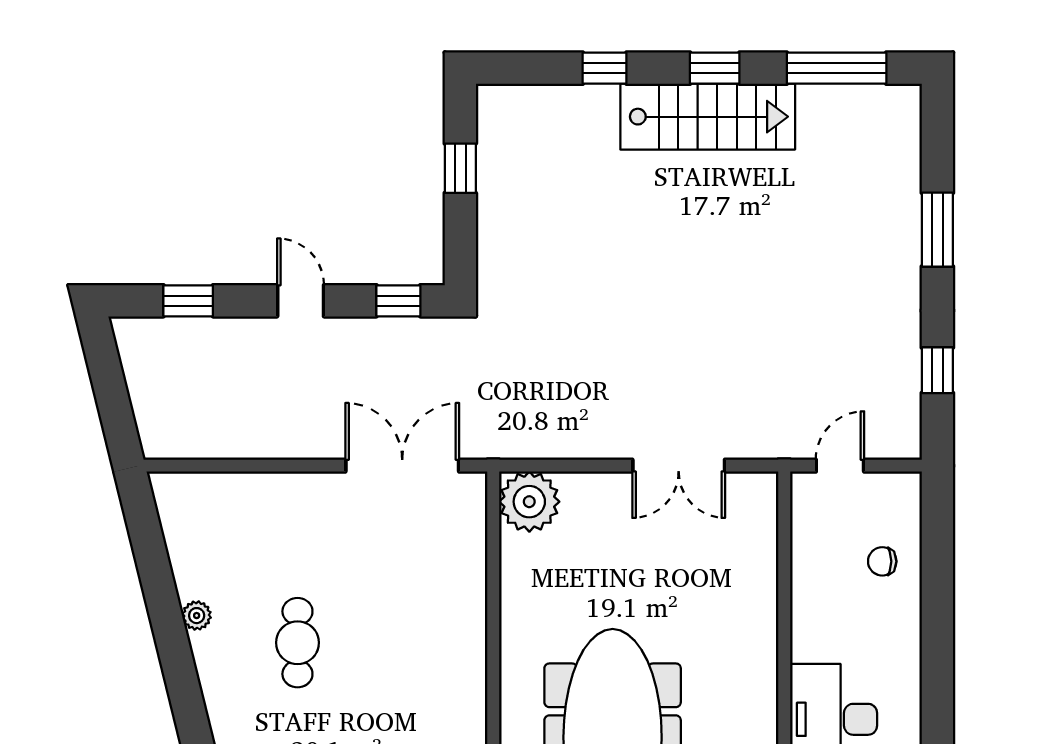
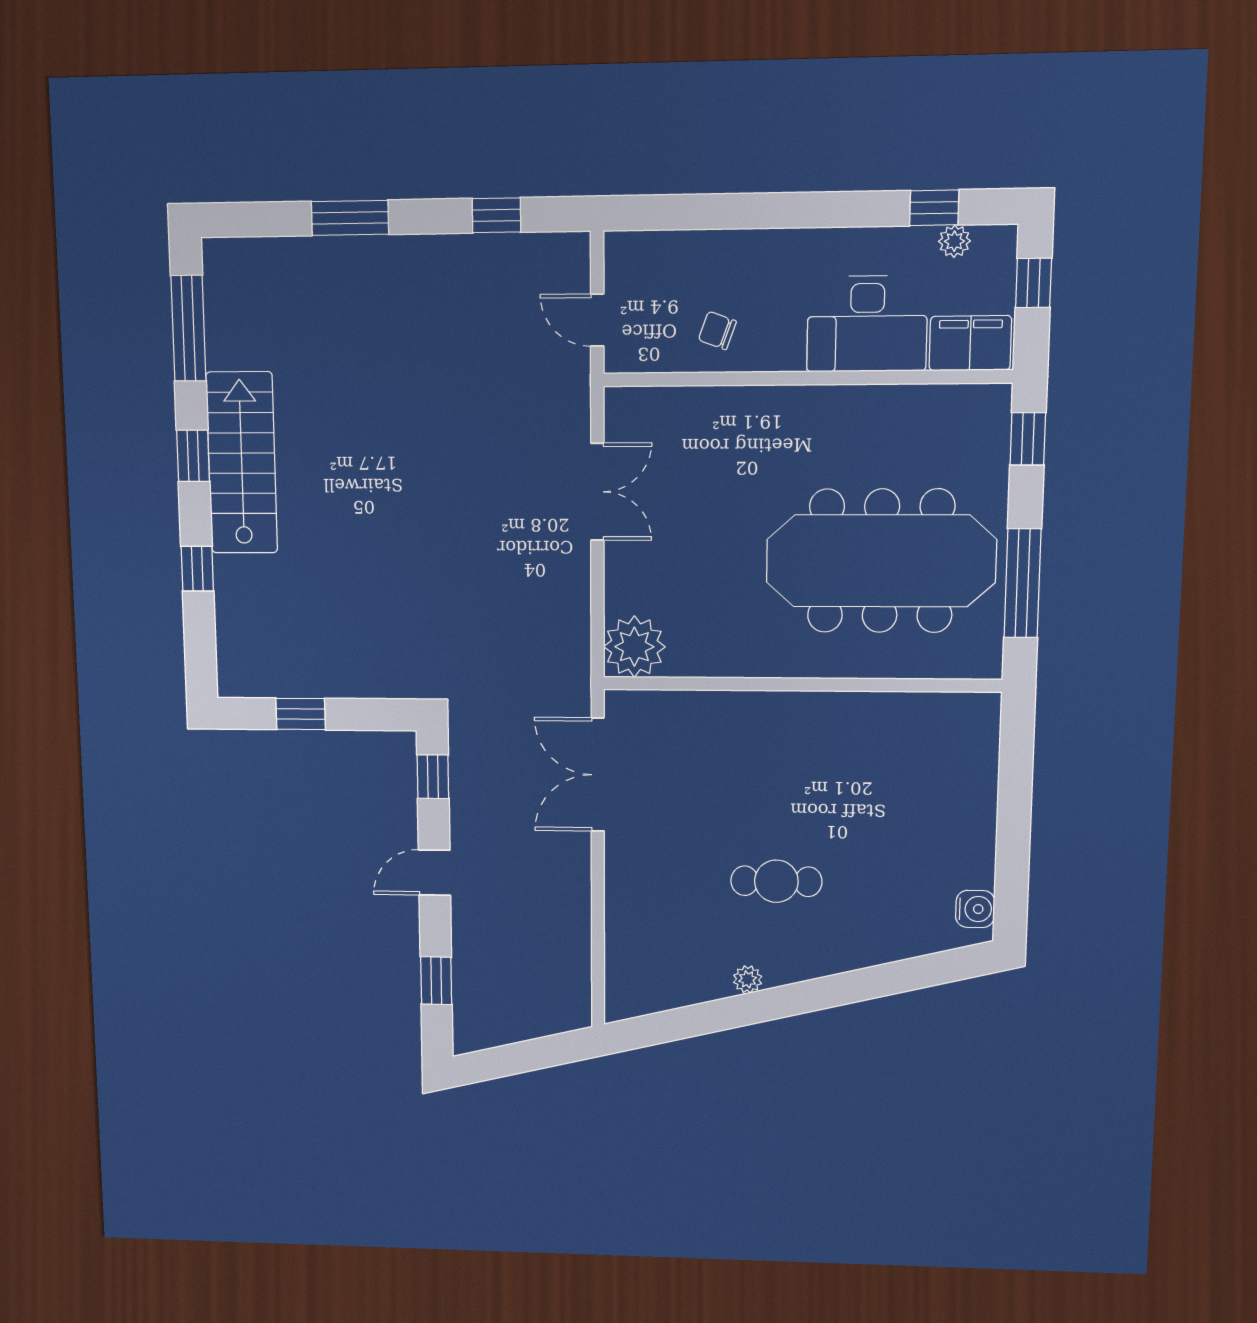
chair: (882, 561) -> (717, 331), moved, turned 110

